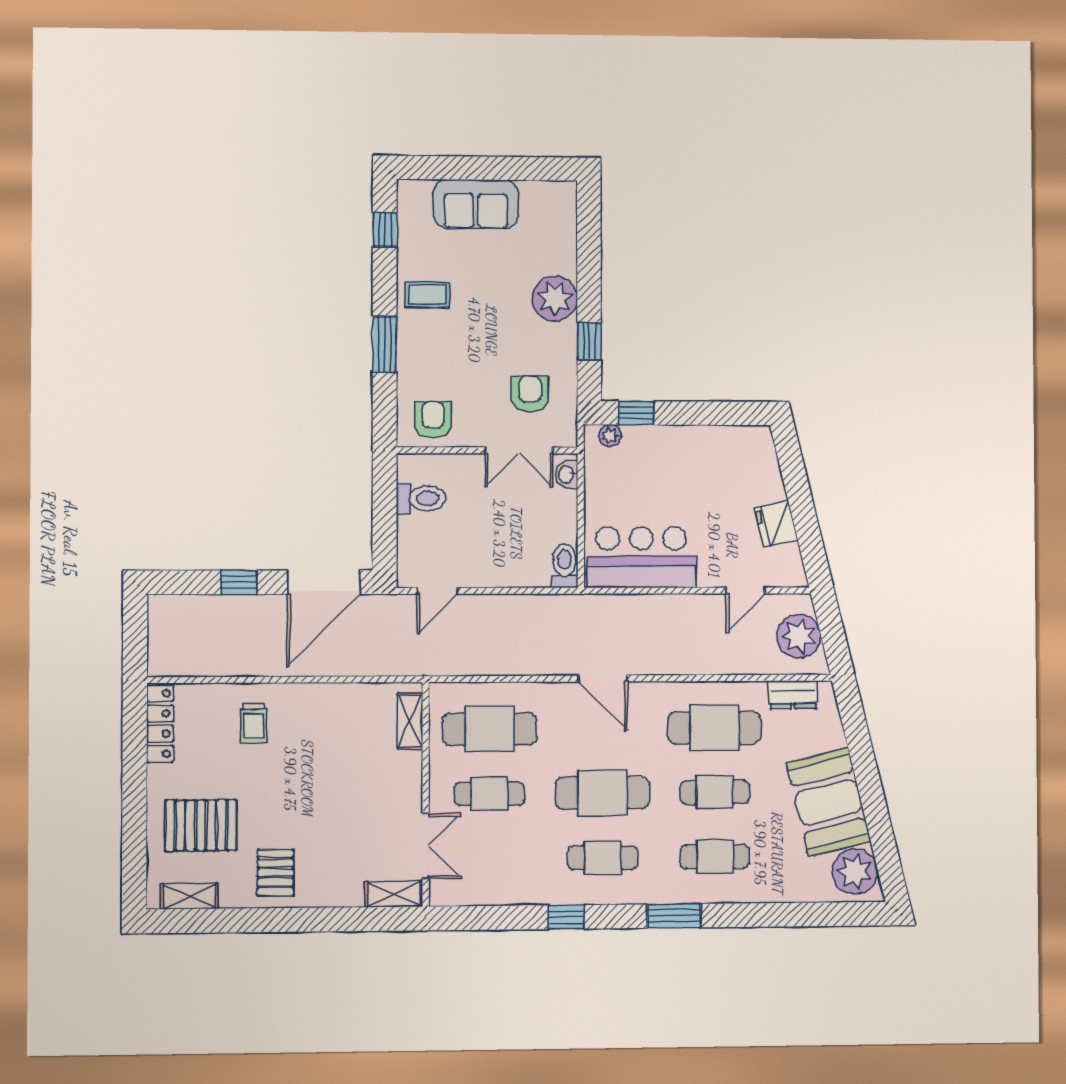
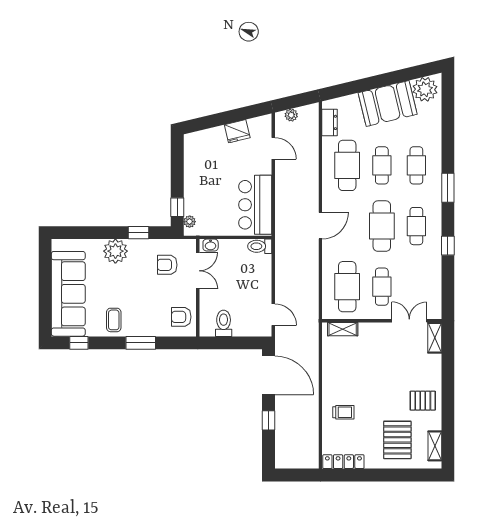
sofa: (476, 204) -> (68, 294), width x1.85, depth x1.27
plant: (799, 636) -> (291, 115), width x0.53, depth x0.53

